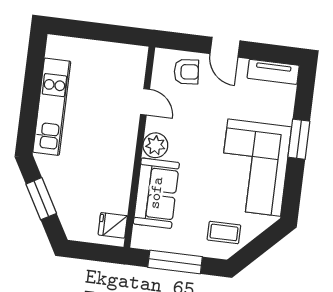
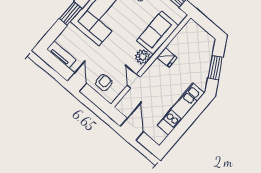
door: (103, 32) -> (132, 129), added
armchair: (186, 72) -> (104, 83), turned 95
fridge: (113, 225) -> (167, 57), moved

